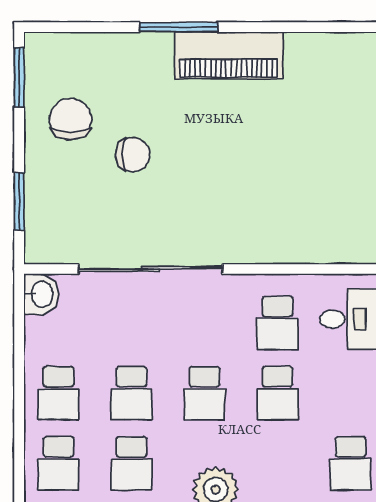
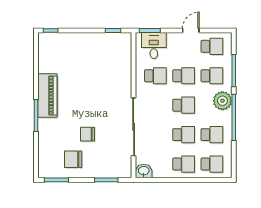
chair: (133, 155) -> (87, 134), turned -90
school desk: (278, 463) -> (212, 76), added

